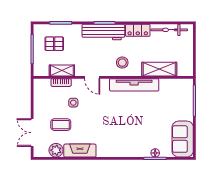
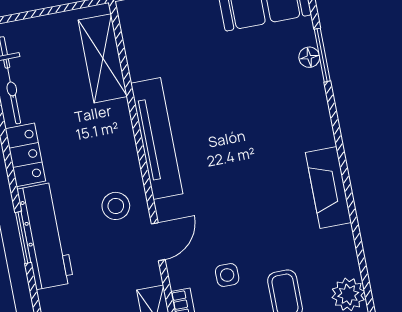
stool: (122, 63) -> (116, 206), moved
shelving: (159, 69) -> (103, 58), moved
fireplace: (80, 151) -> (329, 187), moved

